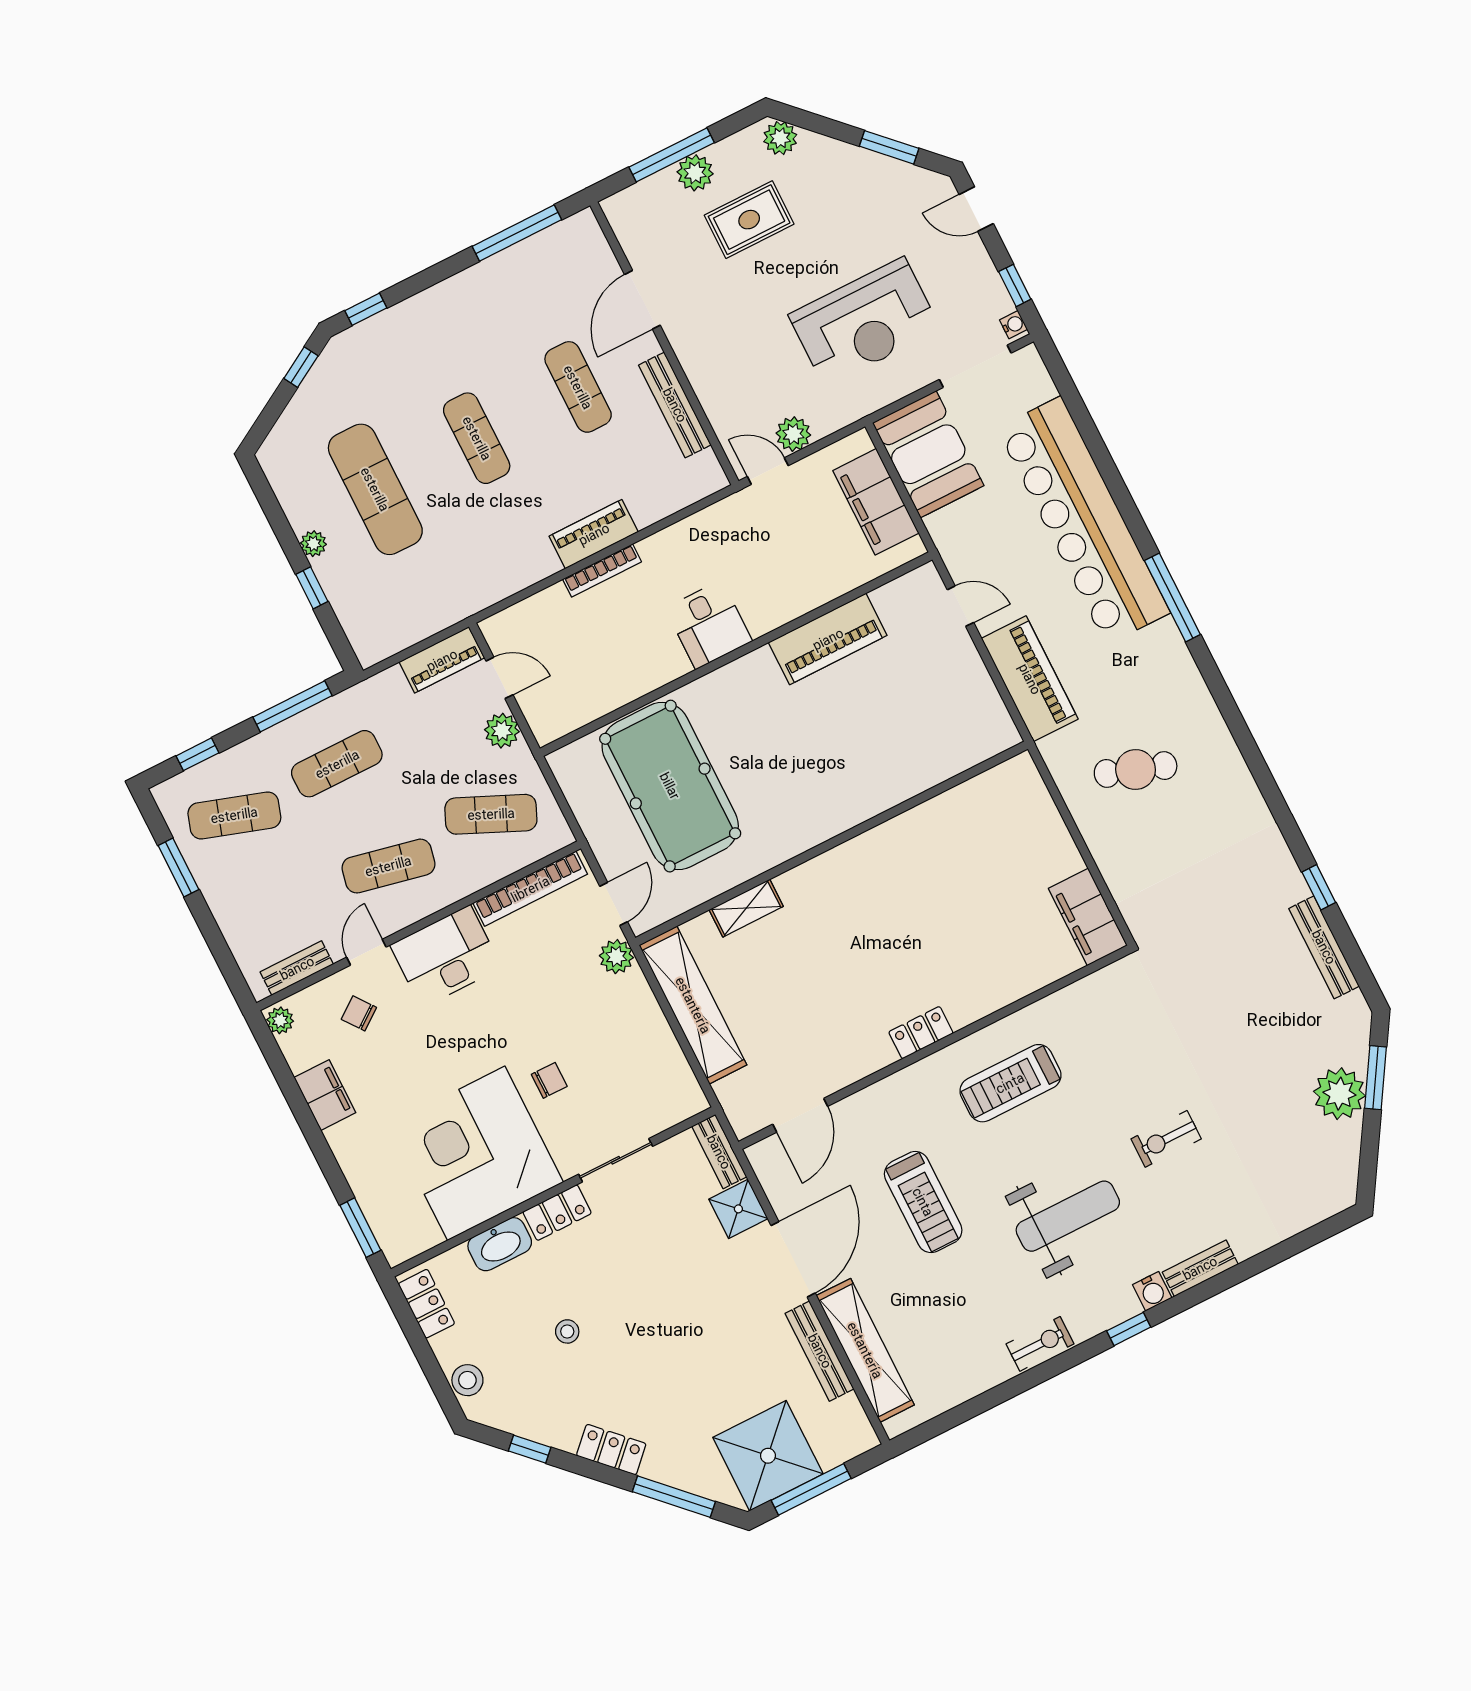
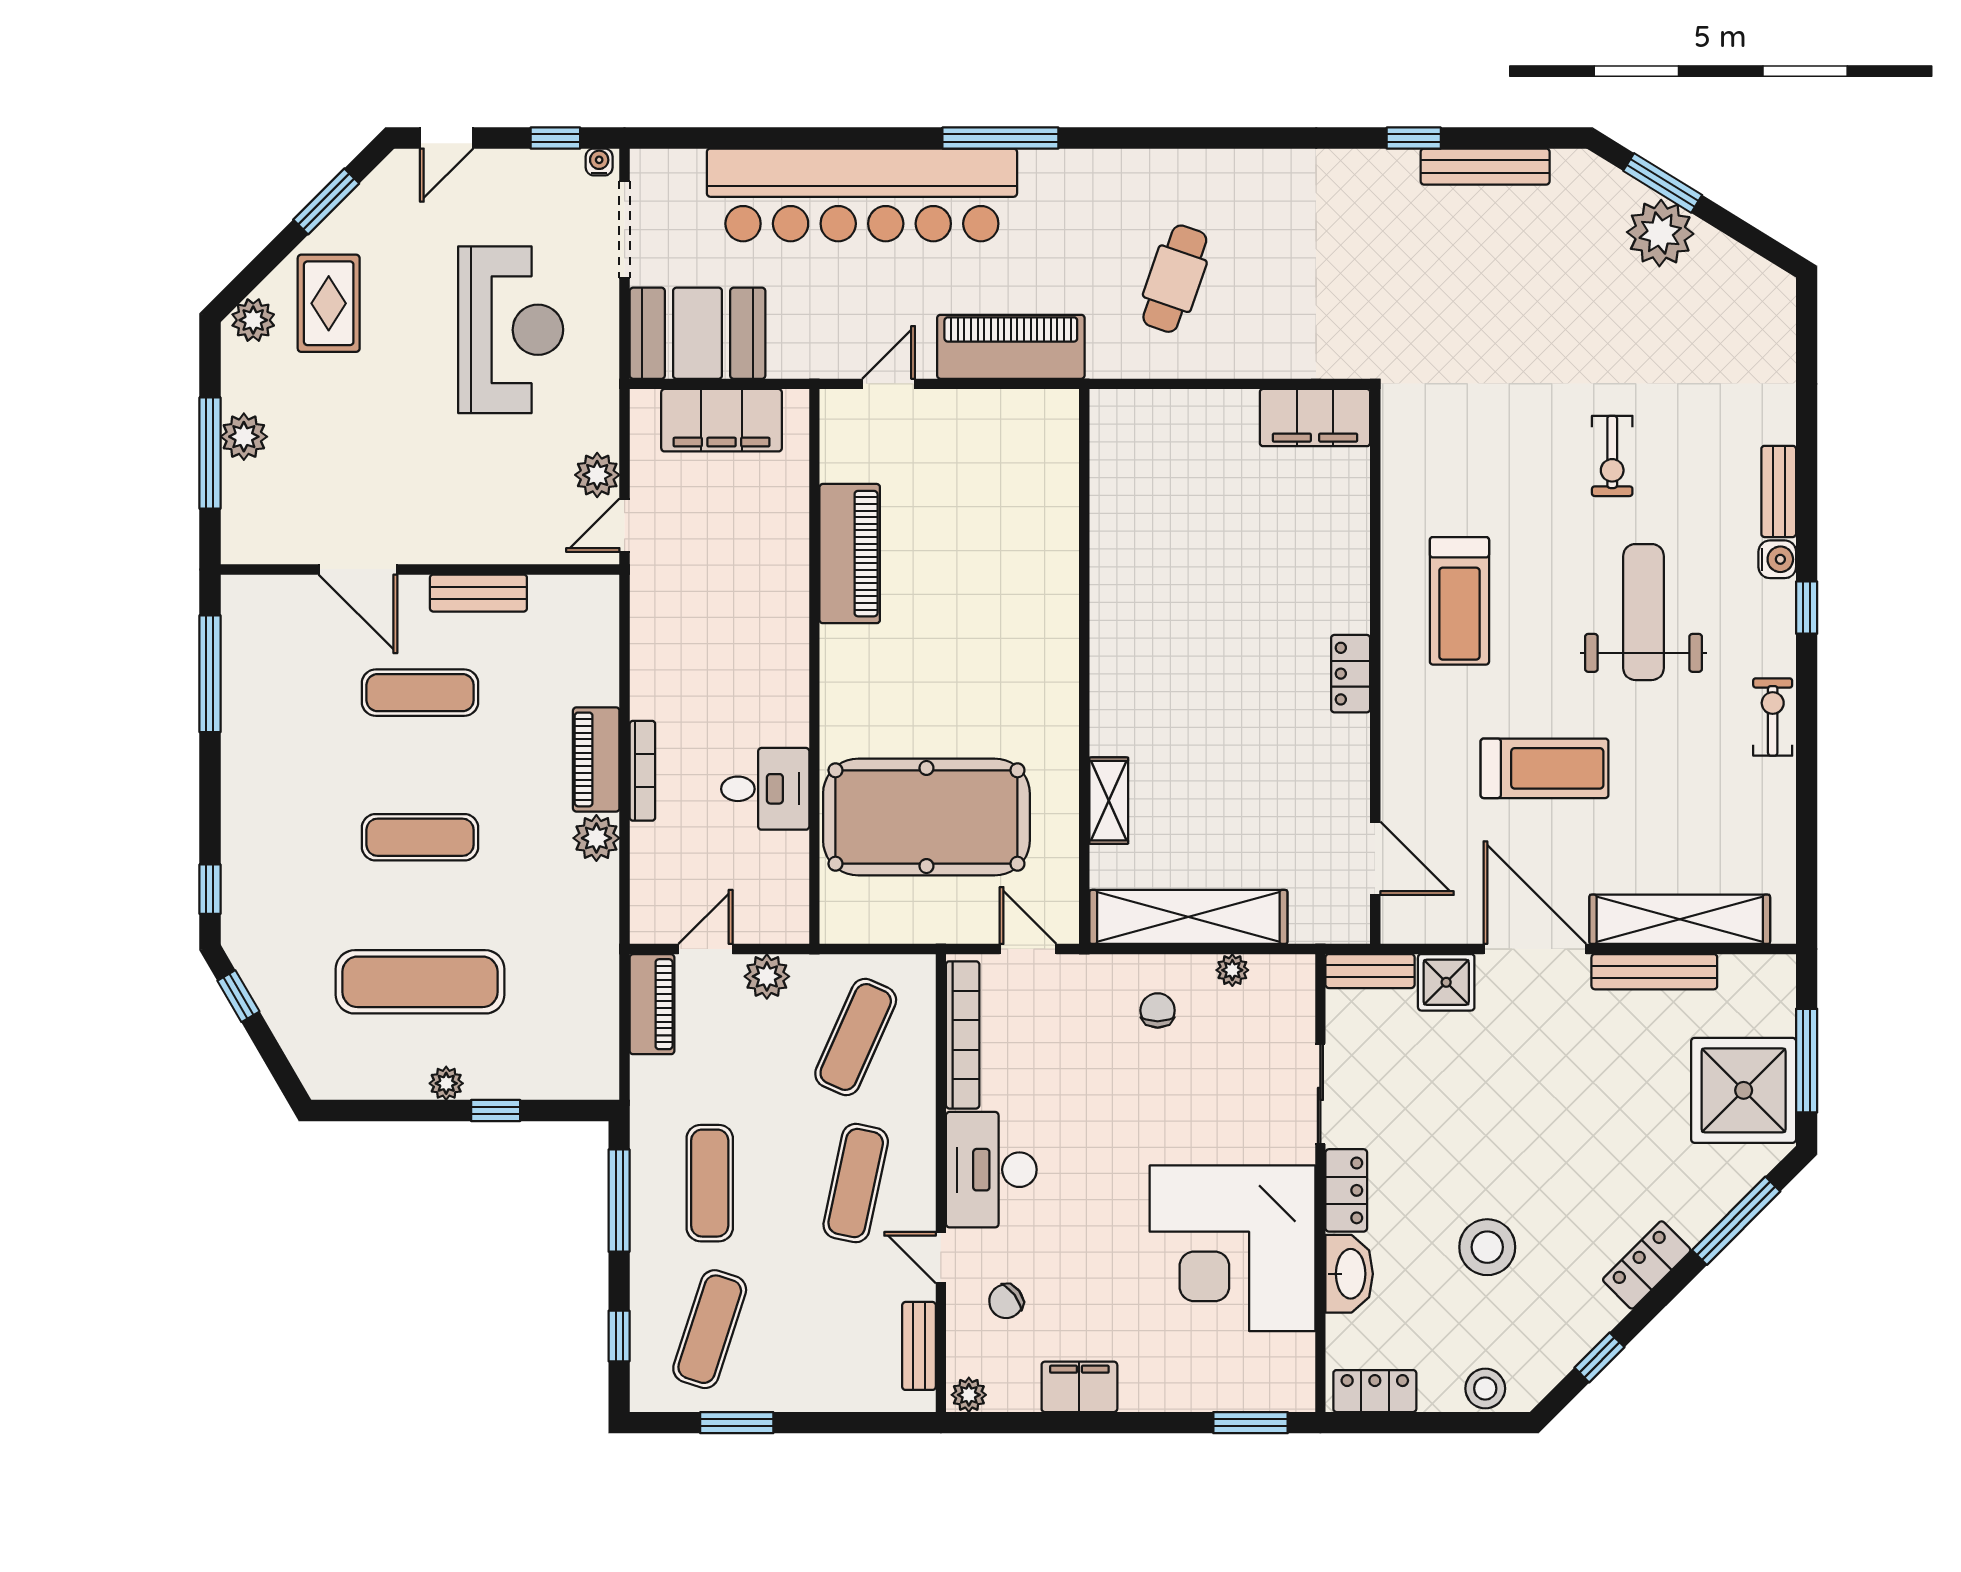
rug: (749, 220) -> (329, 303), moved
bench: (675, 405) -> (478, 593), width x0.73
plant: (539, 562) -> (596, 838), added
desk: (709, 625) -> (765, 789), moved
plant: (616, 957) -> (1232, 970), moved, width x0.73, depth x0.73
chair: (549, 1080) -> (1158, 1010), moved
stool: (567, 1331) -> (1487, 1247), width x1.89, depth x1.89

